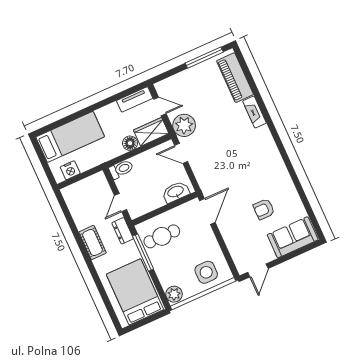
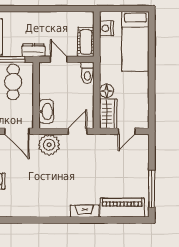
tv unit: (135, 99) -> (143, 112), removed
plant: (184, 125) -> (49, 145), moved
cot: (93, 242) -> (86, 42), moved, turned 90

